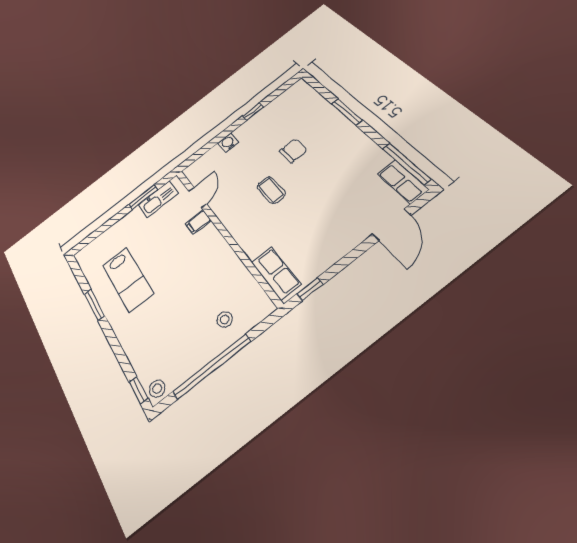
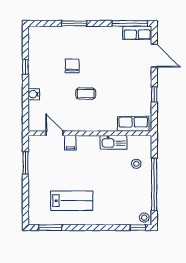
kitchen sink: (158, 199) -> (113, 142), moved, turned 90
window: (310, 289) -> (154, 94), moved
window: (94, 305) -> (50, 228), moved

